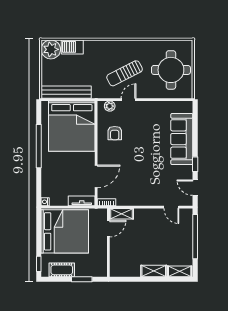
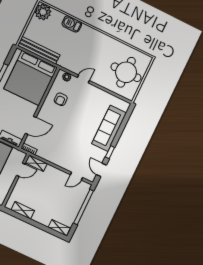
barbecue: (72, 47) -> (72, 24), moved
sun lounger: (125, 73) -> (90, 58), removed
door: (171, 207) -> (76, 176), hinge flipped
shelving: (154, 271) -> (23, 210), moved

